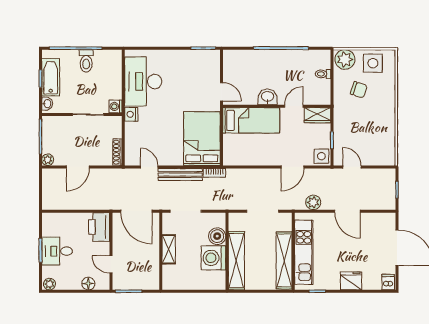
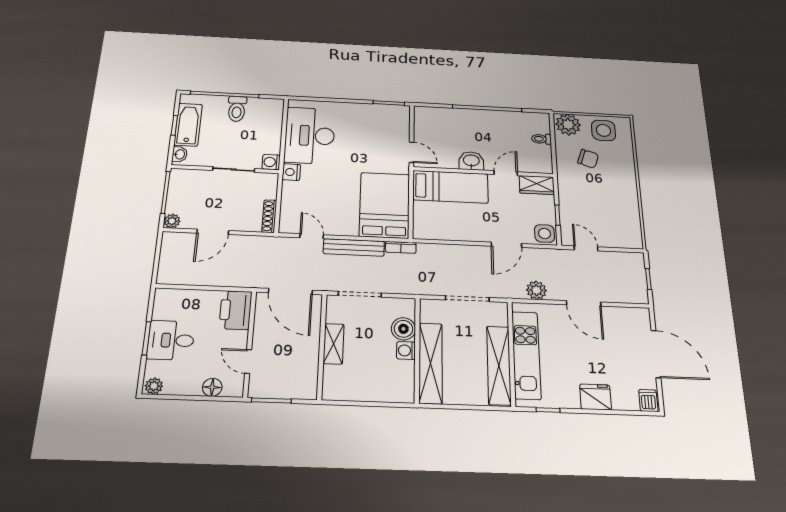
washing machine: (213, 258) -> (406, 350), width x0.53, depth x0.53

